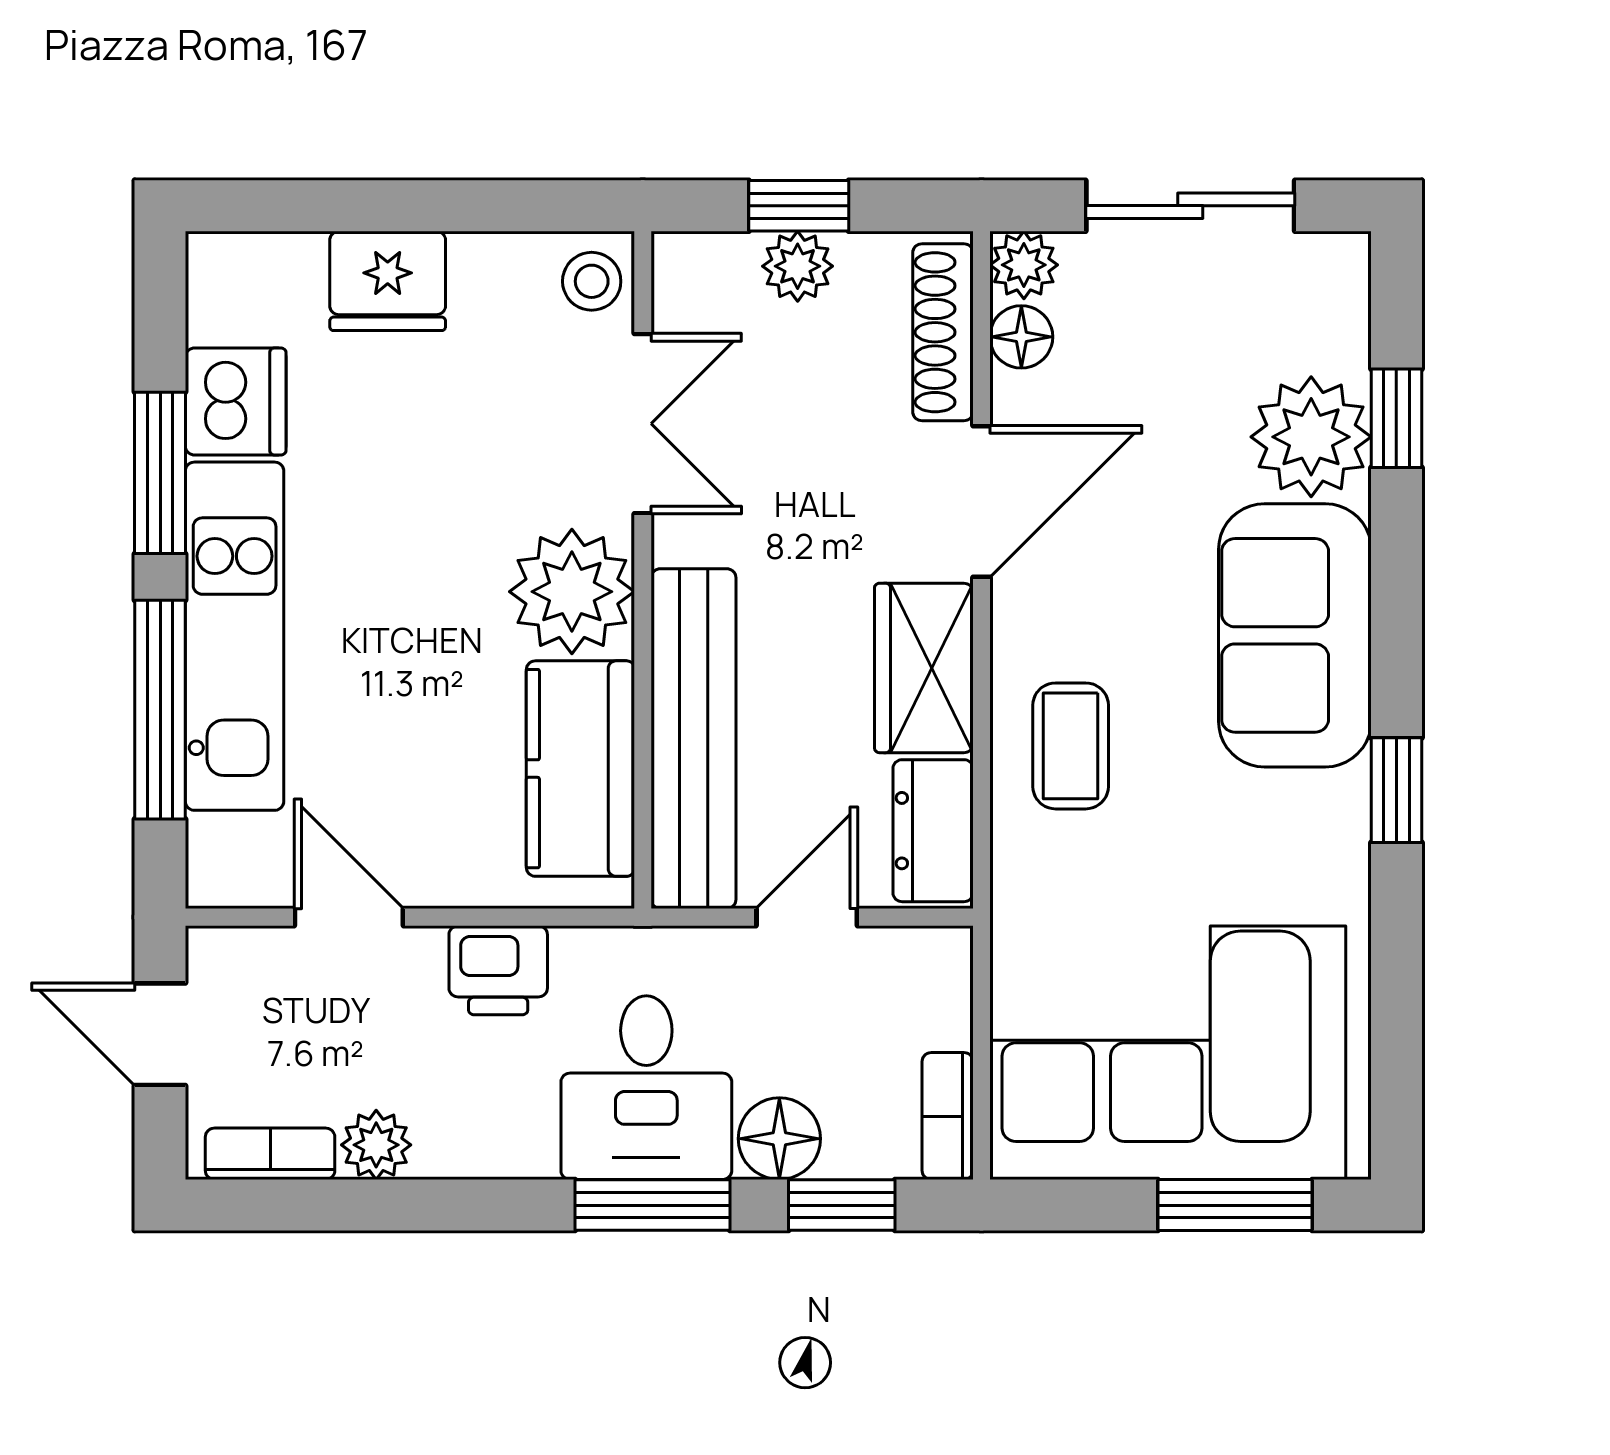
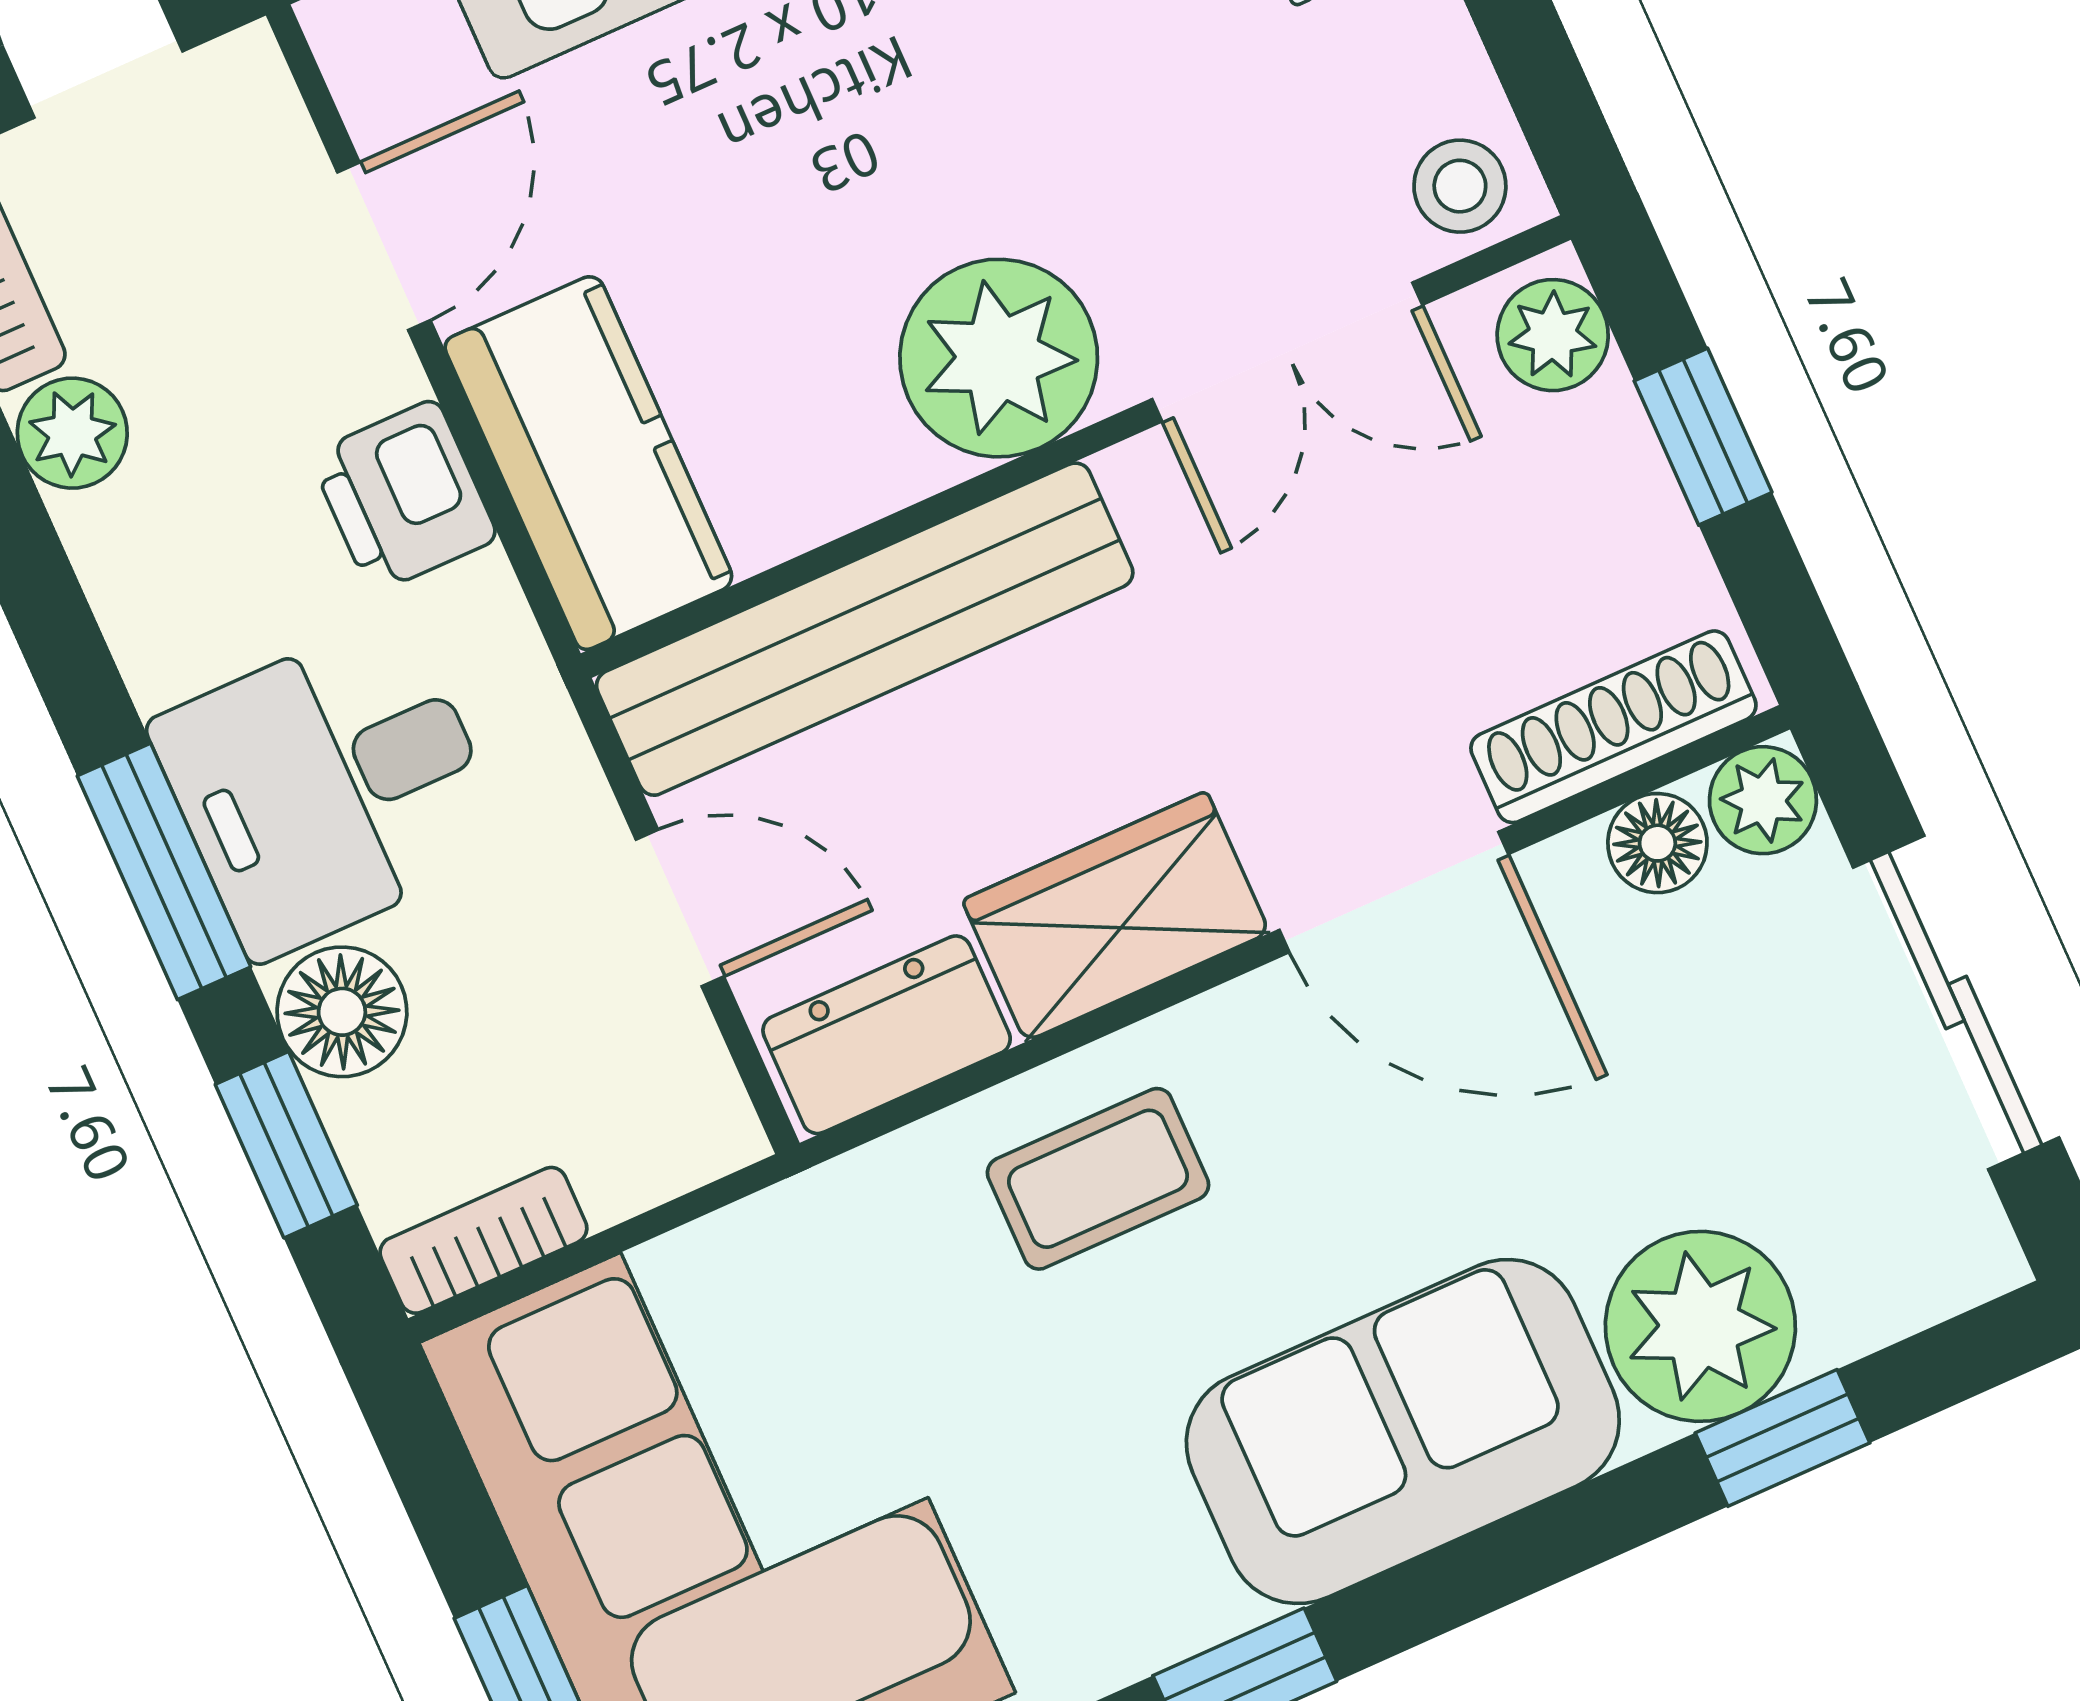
plant: (798, 266) -> (1553, 335), moved
kitchen counter: (580, 769) -> (589, 463), moved, turned 90

